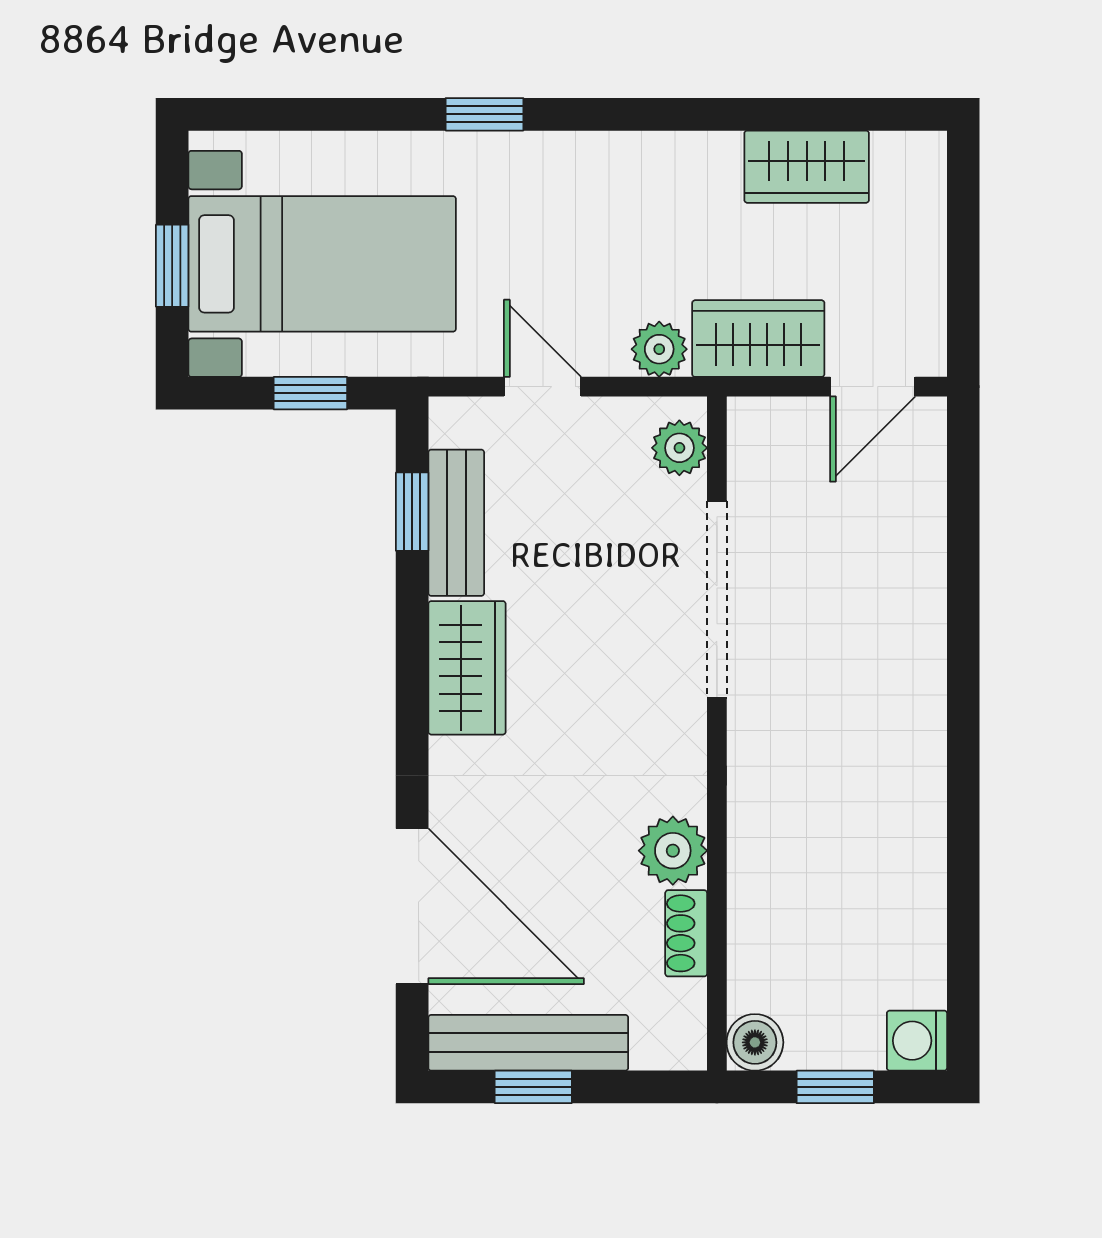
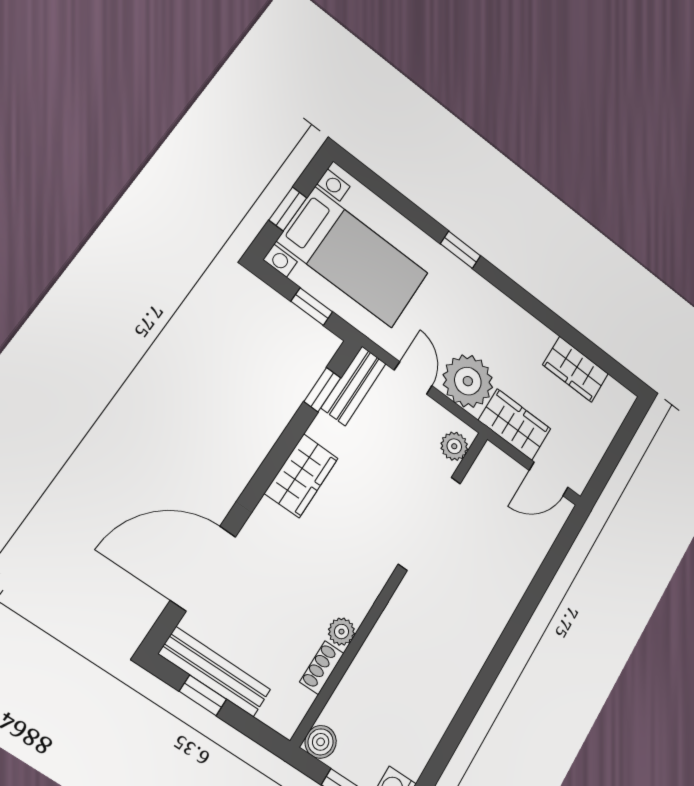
plant: (659, 349) -> (468, 381), width x1.87, depth x1.87
bench: (456, 523) -> (354, 386), moved
plant: (673, 851) -> (341, 632), width x0.73, depth x0.73
door: (412, 906) -> (203, 568), swing flipped

